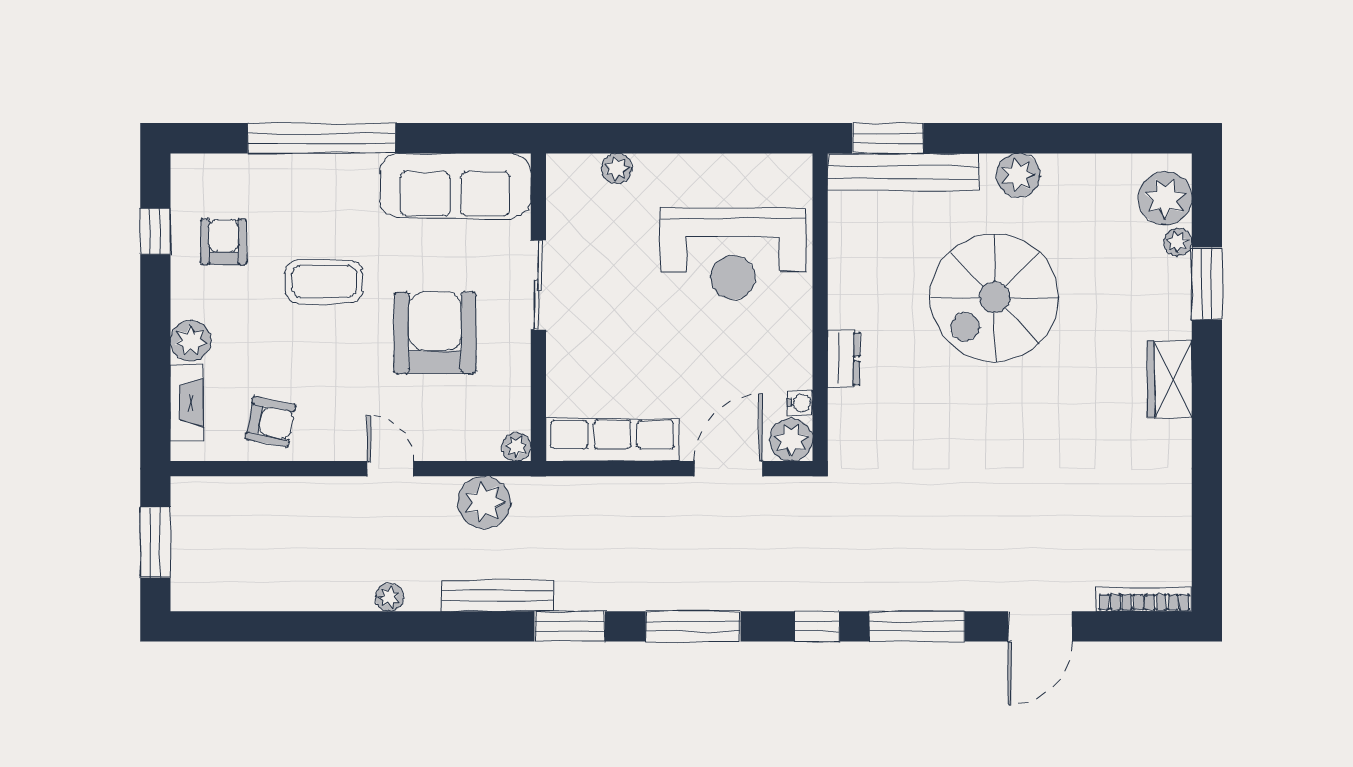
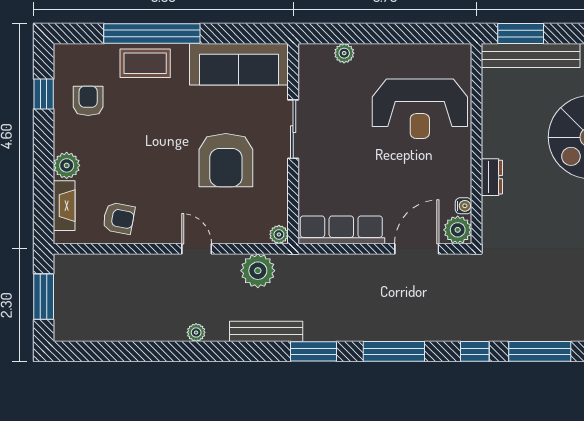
coffee table: (324, 282) -> (145, 63), moved
armchair: (435, 333) -> (226, 160), turned 180

